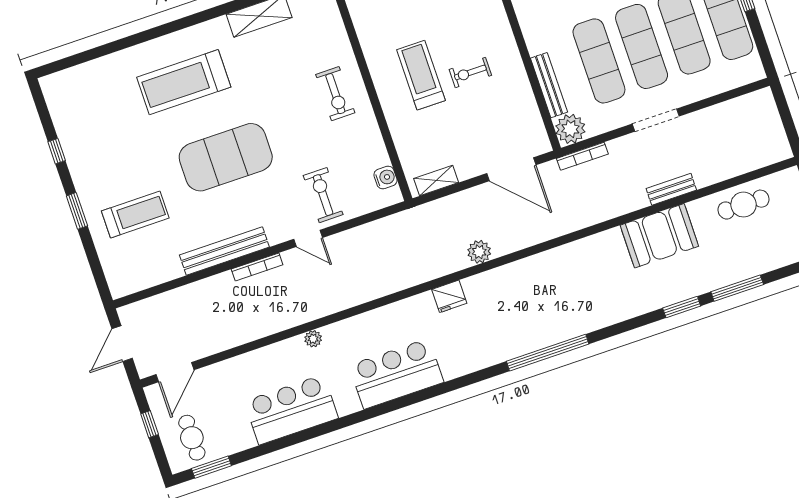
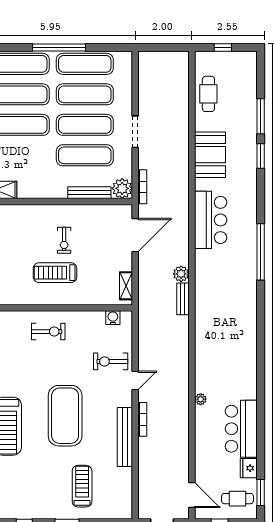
bench: (671, 189) -> (183, 299), moved
fridge: (449, 296) -> (249, 468), moved, turned 180
bar counter: (396, 374) -> (211, 220), moved, turned 180

